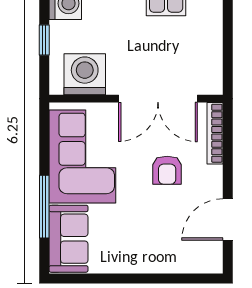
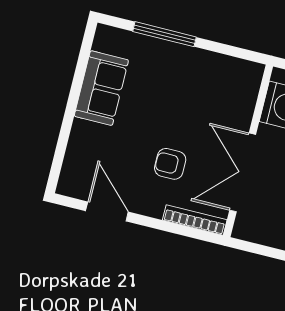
corner sofa: (82, 156) -> (204, 84), removed
sofa: (69, 239) -> (101, 88), moved, turned -90

